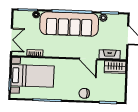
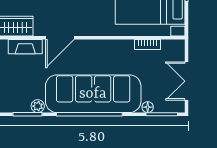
double door: (11, 40) -> (186, 81), moved
door: (88, 59) -> (60, 38), swing flipped

